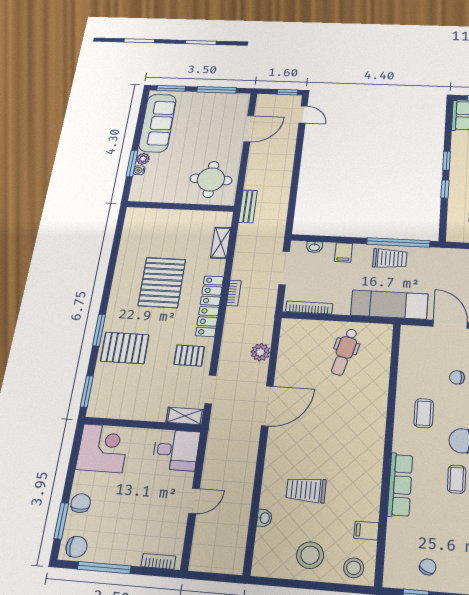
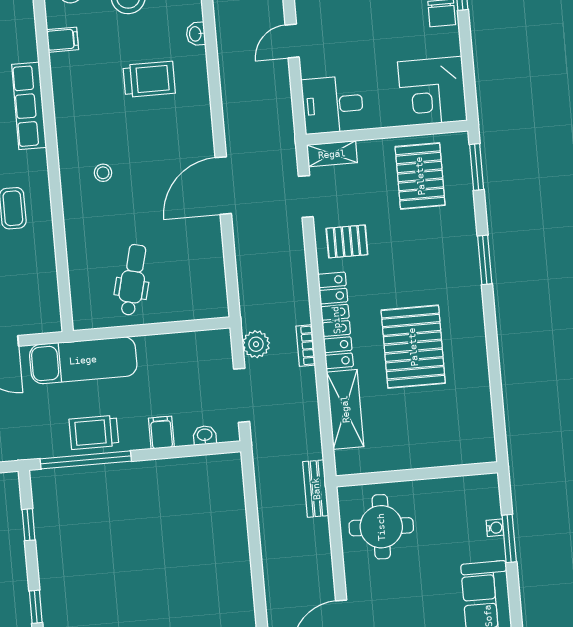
plant: (143, 159) -> (494, 549), removed
window: (445, 189) -> (29, 525), moved
shelving: (221, 243) -> (345, 409), width x1.50, depth x1.33
bookcase: (309, 308) -> (194, 339), removed
pallet: (125, 348) -> (420, 176), moved, turned 90
plant: (260, 352) -> (256, 344), moved
stool: (353, 428) -> (103, 173), added

